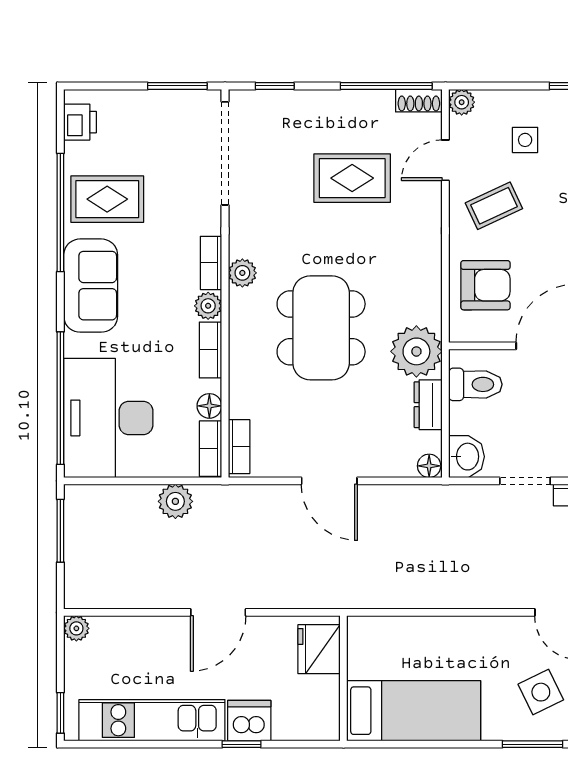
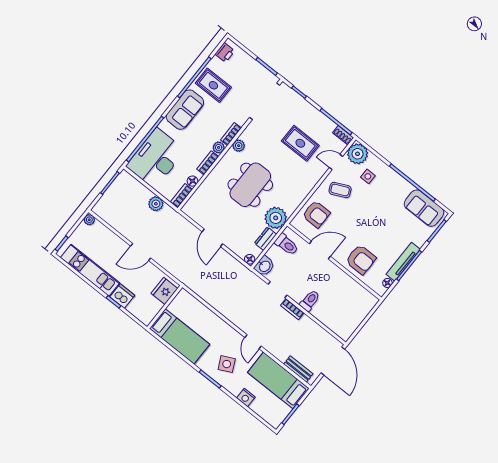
plant: (462, 102) -> (358, 154), width x1.87, depth x1.87
bookcase: (239, 447) -> (192, 202), removed

